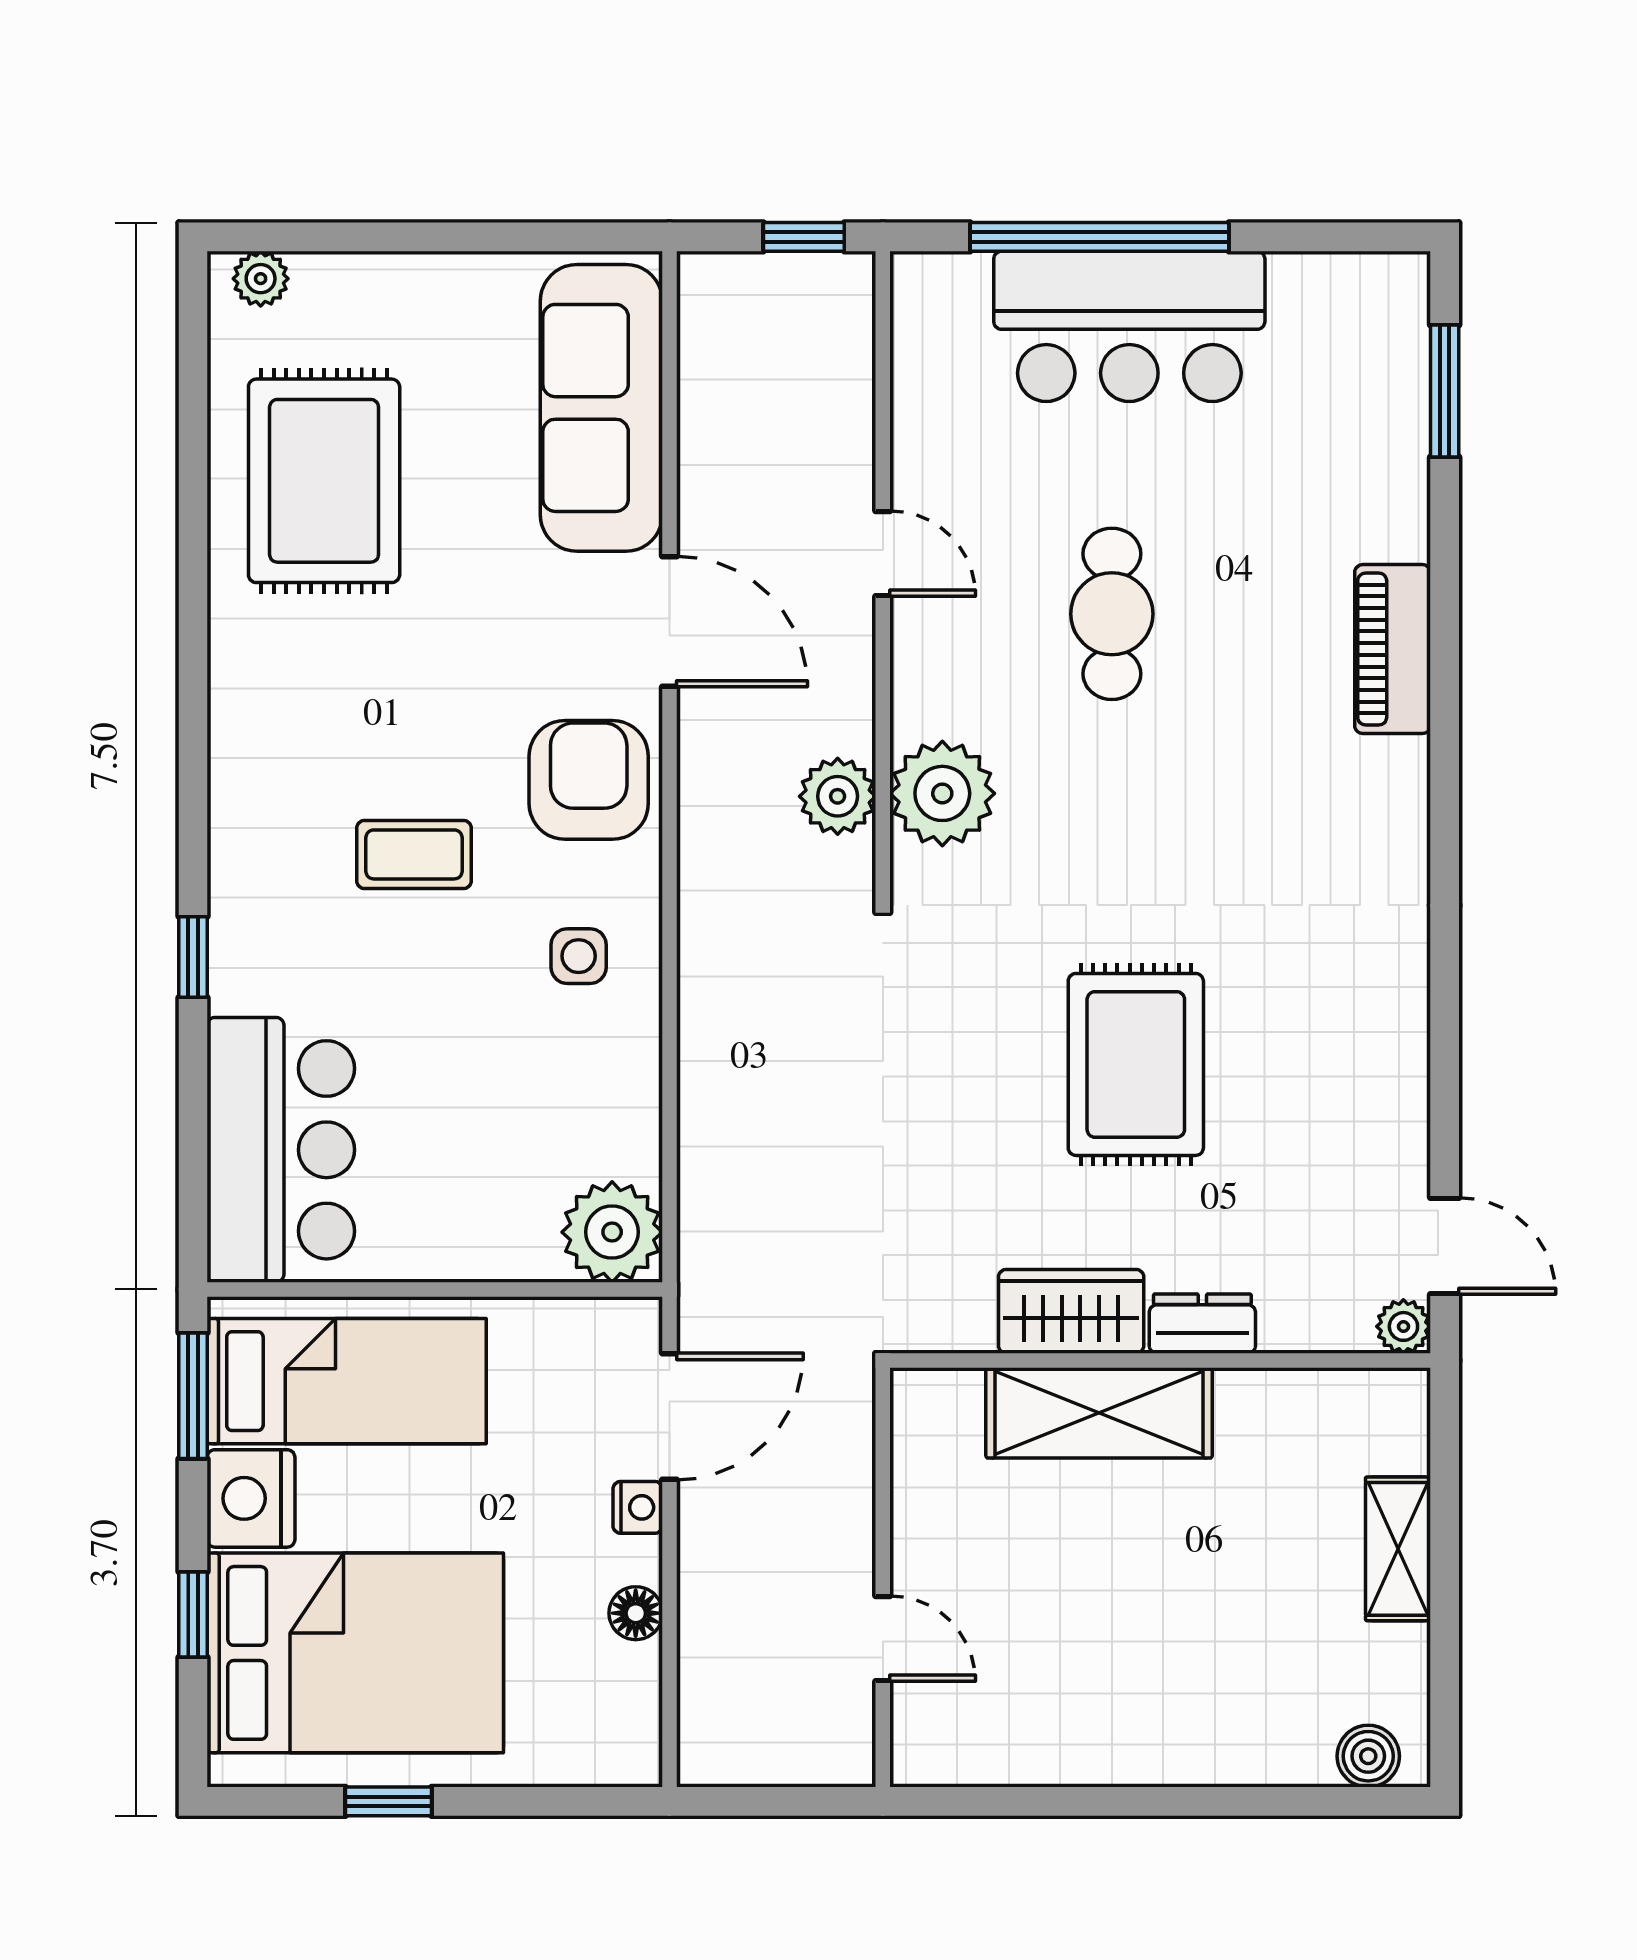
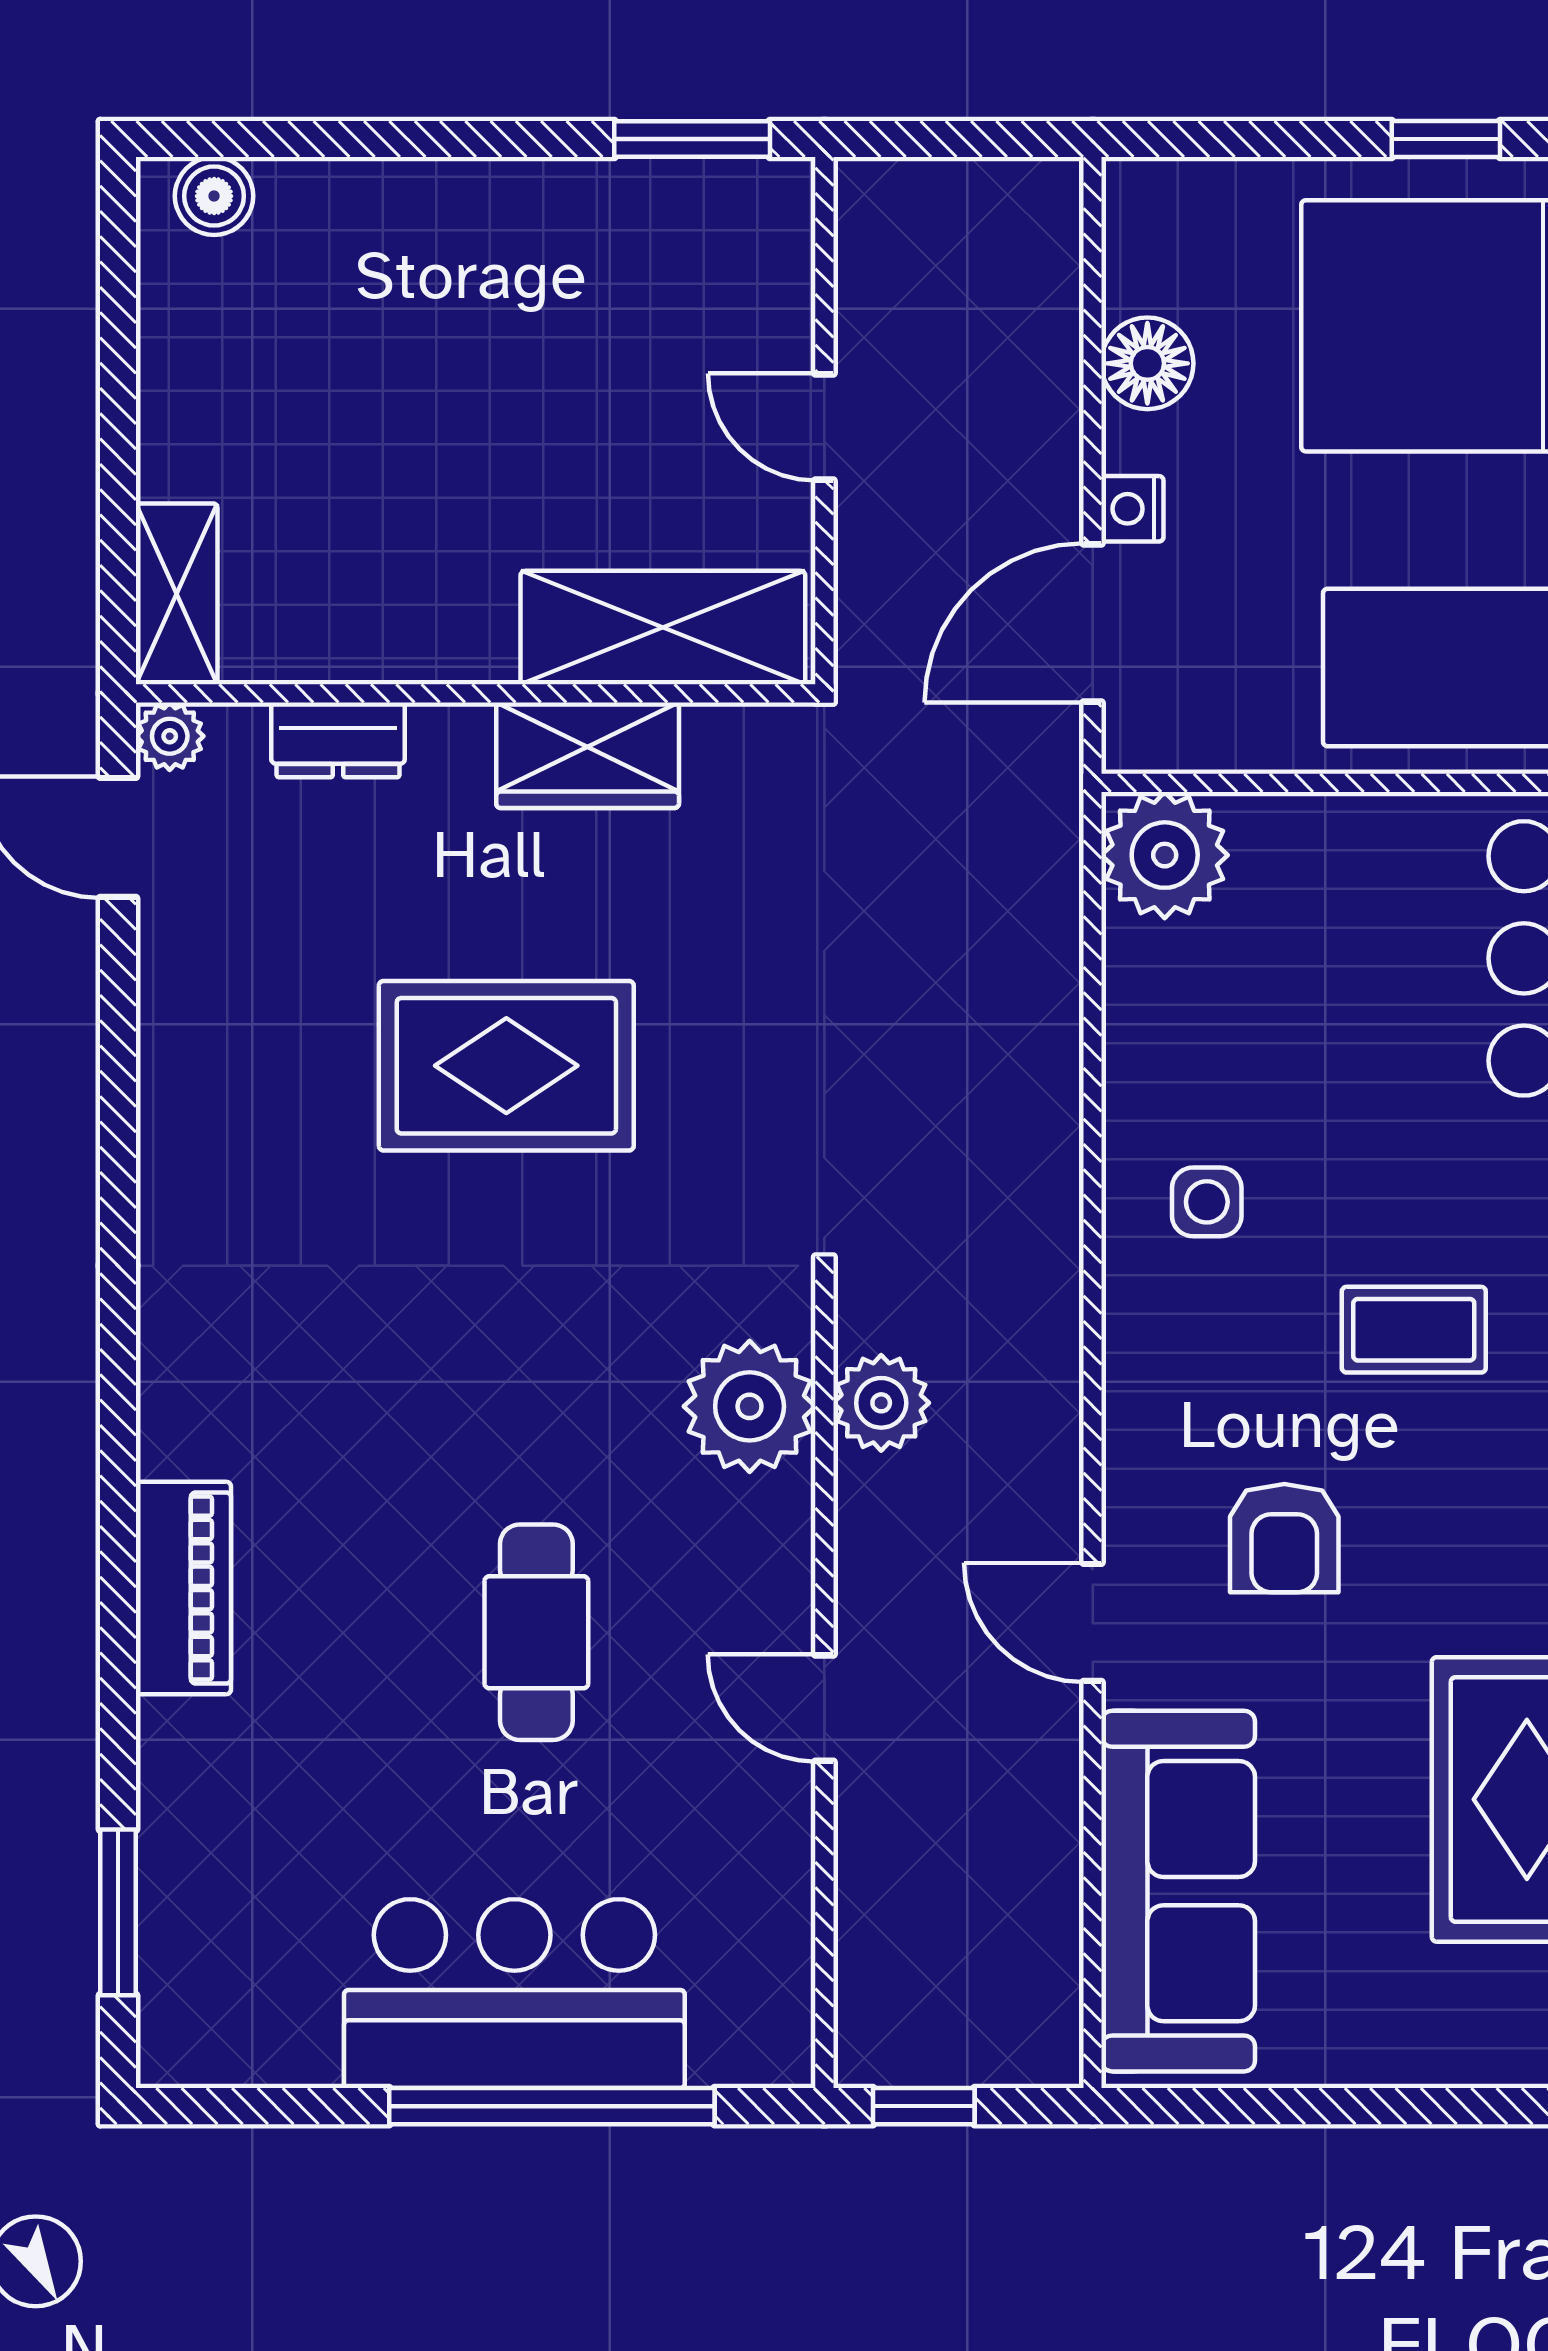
door: (669, 622) -> (1093, 1622), width x0.73
armchair: (589, 780) -> (1284, 1538), moved, width x0.72, depth x0.72
rug: (1136, 1064) -> (506, 1066), turned 90
dresser: (1202, 1324) -> (338, 740), moved
shelving: (1099, 1413) -> (663, 628), moved
shelving: (1398, 1549) -> (177, 594), moved
floor lamp: (636, 1613) -> (1147, 363), width x1.37, depth x1.37
door: (883, 1639) -> (824, 427), moved
window: (988, 1801) -> (692, 139), added

